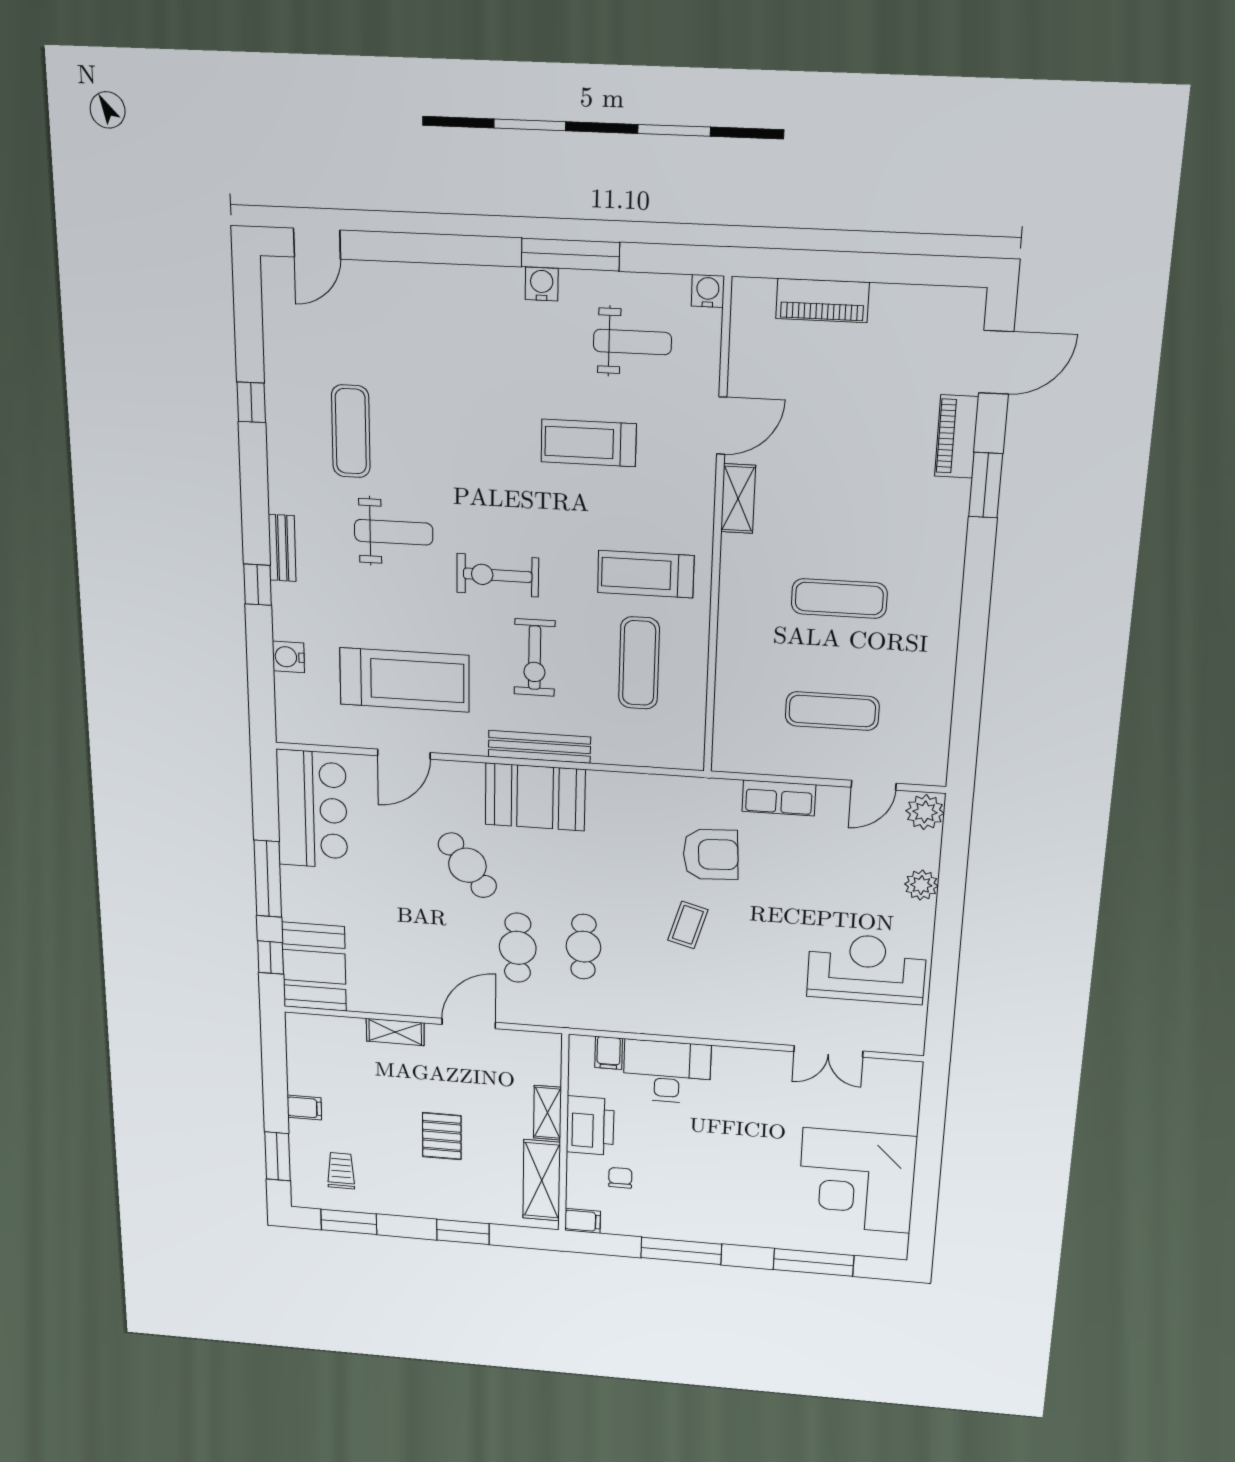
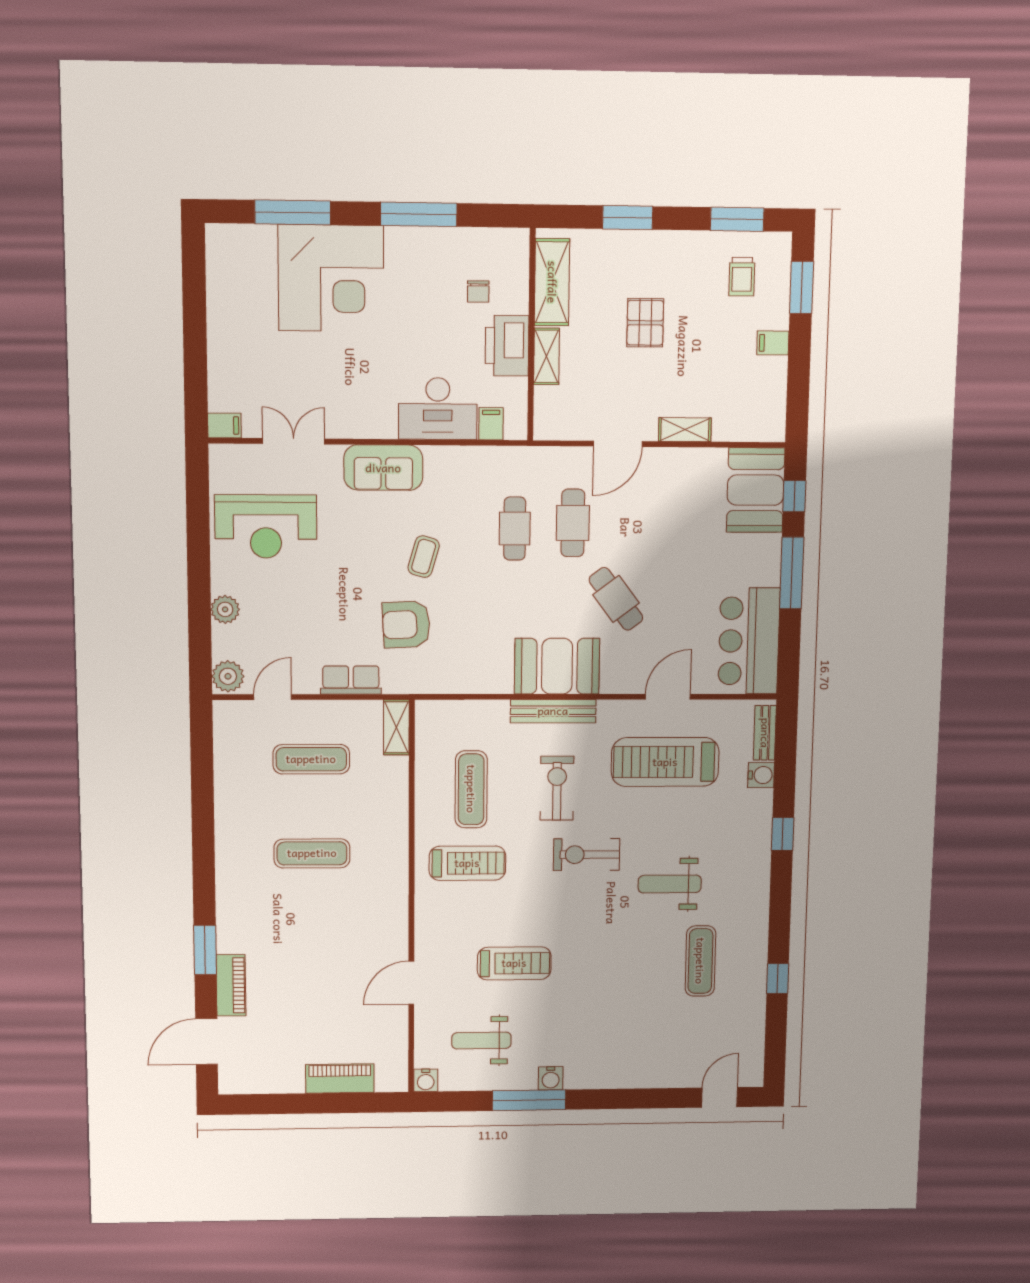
shelving: (738, 499) -> (396, 727), moved
bench: (282, 548) -> (765, 733), moved
exercise bike: (498, 575) -> (587, 855), turned 180
sofa: (730, 1018) -> (383, 468), added
corner desk: (857, 1181) -> (331, 278), moved, turned 90
filing cabinet: (583, 1221) -> (224, 425), moved, turned 180

